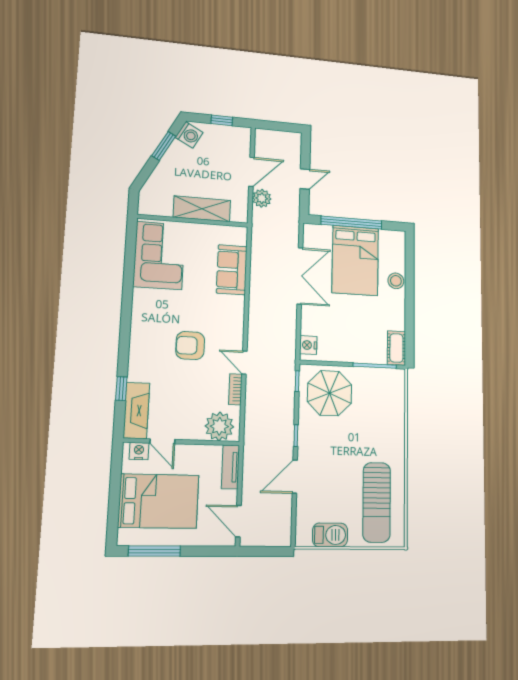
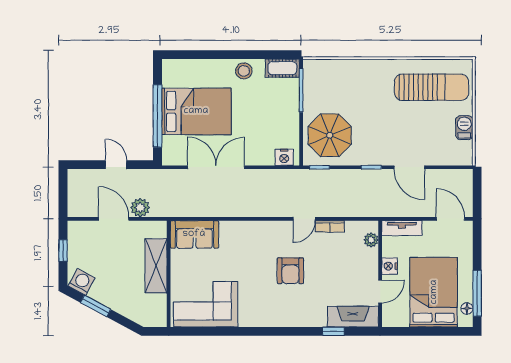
sofa: (232, 270) -> (194, 234), moved
stool: (396, 281) -> (244, 71), moved
plant: (219, 426) -> (371, 240), width x0.53, depth x0.53
nightstand: (139, 451) -> (390, 266), moved
door: (238, 521) -> (450, 219), swing flipped
barbecue: (330, 535) -> (464, 128), width x0.73, depth x0.79
floor lamp: (138, 539) -> (467, 308), added

